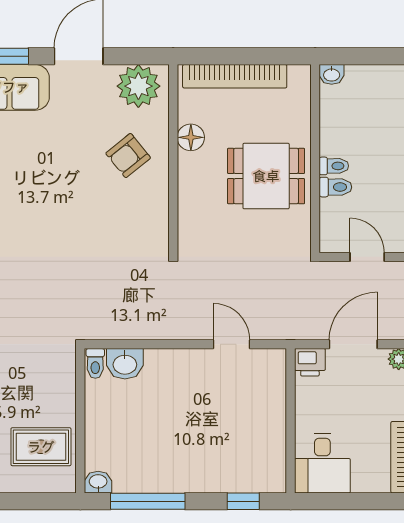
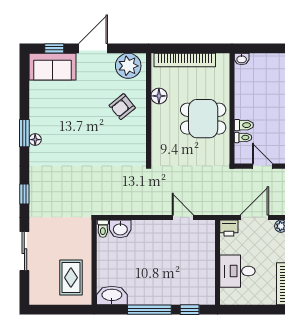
toilet: (334, 166) -> (243, 138), moved
rug: (41, 447) -> (71, 278), turned 90
desk: (322, 463) -> (238, 271), moved, turned 90
washbasin: (98, 482) -> (112, 295), width x1.91, depth x1.45
window: (148, 501) -> (149, 310), moved

